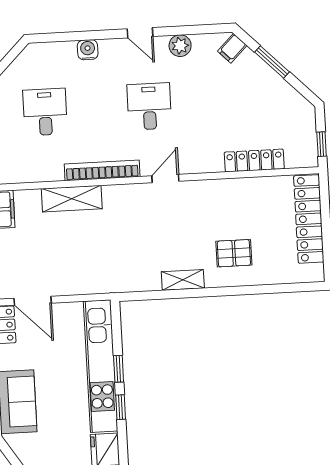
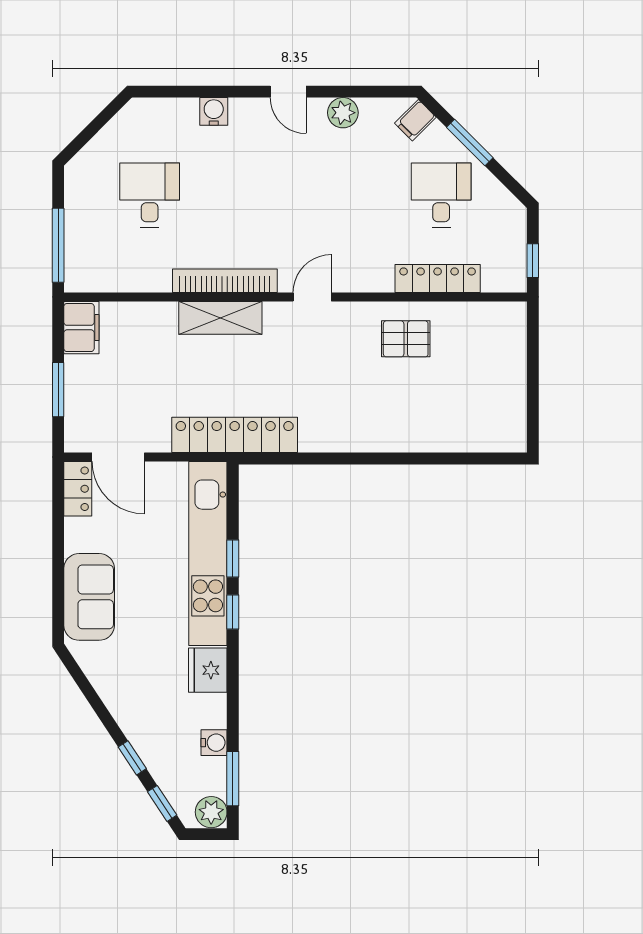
desk: (149, 106) -> (441, 195), moved
shelving: (72, 199) -> (220, 318), moved
locker: (309, 219) -> (235, 435), moved, turned 90
pallet: (234, 253) -> (406, 339), moved
shelving: (183, 280) -> (329, 439), removed

